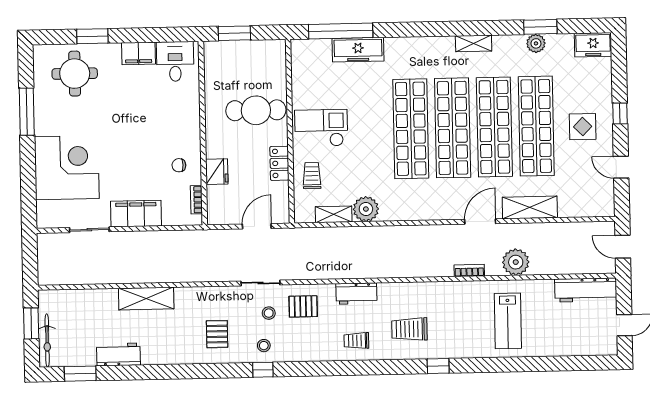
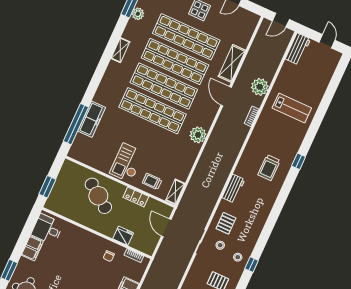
cafe table: (256, 110) -> (98, 196), turned -54
plant: (366, 209) -> (198, 135), moved
shelving: (334, 214) -> (175, 192), moved
workbench: (586, 290) -> (298, 49), width x0.73
trolley: (356, 341) -> (261, 202), removed

